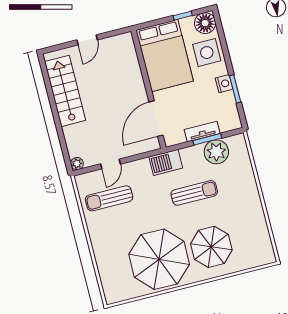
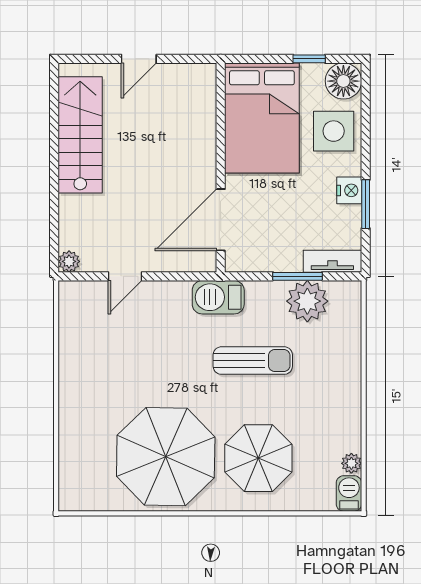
tv unit: (202, 131) -> (332, 261), moved
sun lounger: (109, 198) -> (108, 333), removed
plant: (264, 236) -> (351, 463), added
barbecue: (267, 254) -> (349, 493), added

